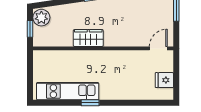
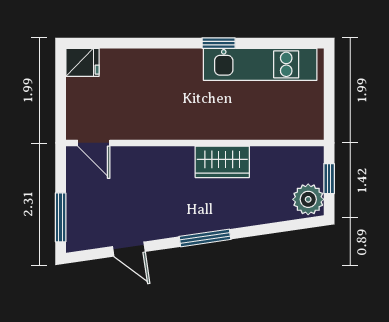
door: (158, 48) -> (94, 143), hinge flipped
fridge: (164, 80) -> (83, 62), moved

